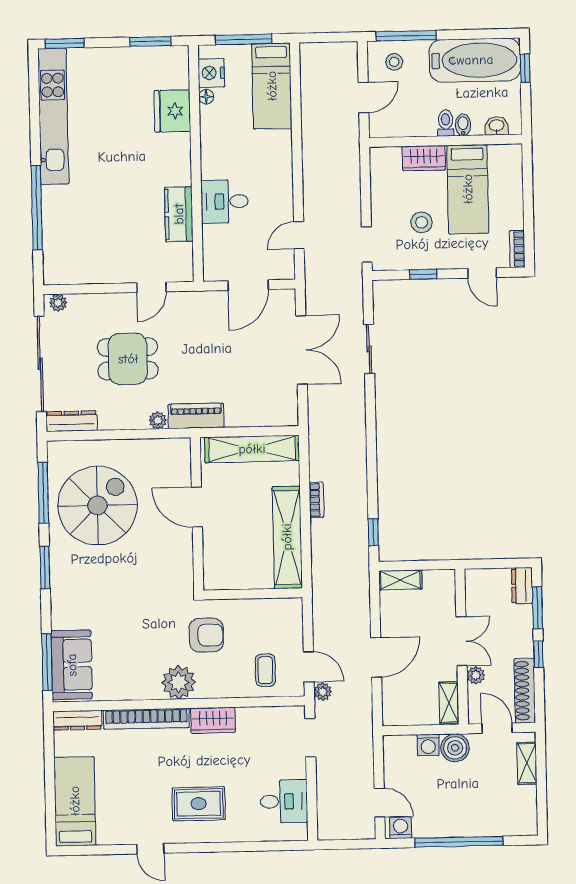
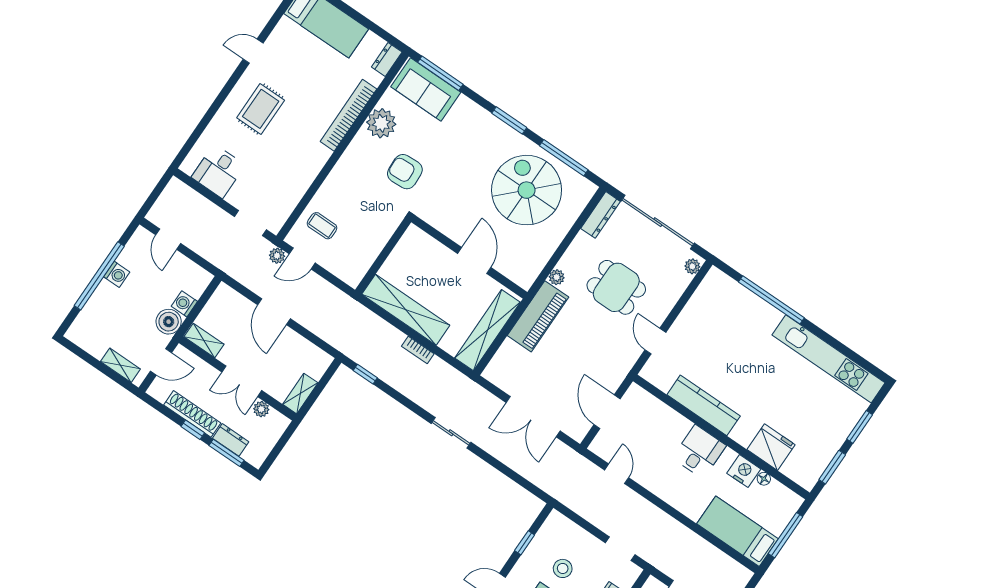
window: (65, 43) -> (860, 427), moved
nightstand: (211, 73) -> (744, 471), moved
desk: (225, 201) -> (699, 452), moved
kitchen counter: (179, 214) -> (704, 405), width x1.50
doorway: (367, 245) -> (620, 549), moved
sliding door: (369, 349) -> (451, 433), moved
dining table: (128, 359) -> (616, 287), turned 90
piano: (196, 416) -> (538, 316), width x1.37, depth x1.33
spiral stairs: (97, 506) -> (527, 190), turned 180
door: (197, 507) -> (474, 261), hinge flipped
shelving: (400, 580) -> (300, 394), moved
dresser: (522, 586) -> (231, 440), moved
armchair: (206, 635) -> (405, 172), moved, turned 87
plant: (476, 675) -> (261, 409), moved
plant: (179, 682) -> (381, 123), moved
shoe rack: (525, 691) -> (192, 414), moved
dresser: (77, 720) -> (387, 60), width x0.70
wardrobe: (213, 720) -> (313, 162), removed
door: (379, 803) -> (168, 239), hinge flipped
washing machine: (401, 828) -> (117, 274), moved

